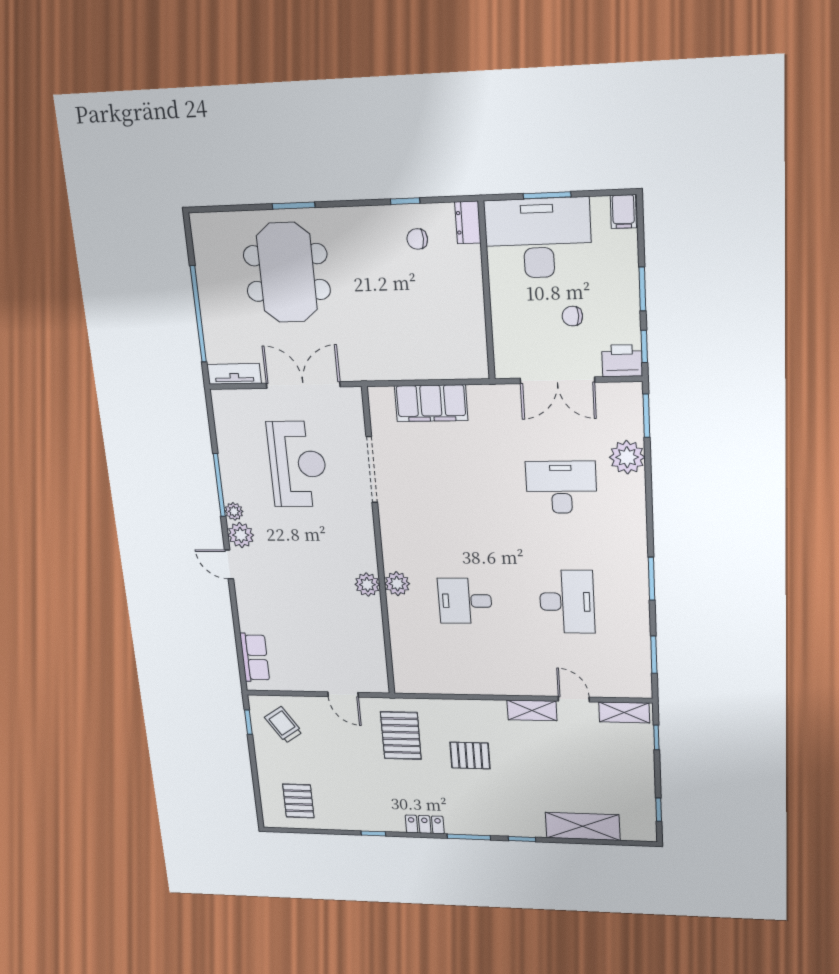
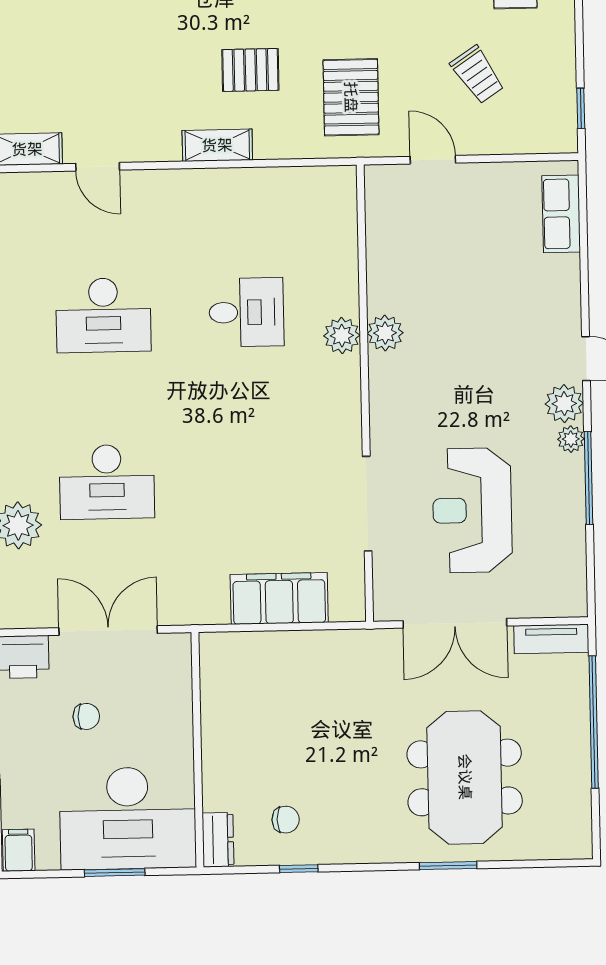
desk: (567, 602) -> (103, 315), turned -90
shelving: (532, 710) -> (217, 145), moved
trolley: (283, 725) -> (477, 75), moved

